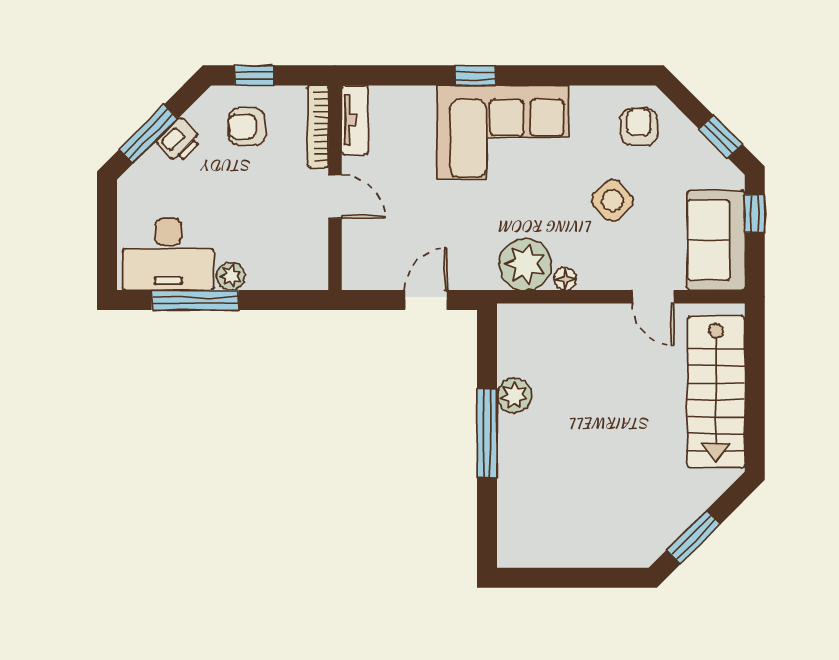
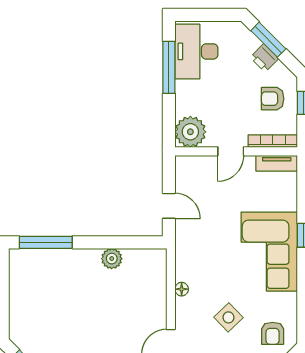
armchair: (247, 127) -> (273, 99), turned -90
armchair: (639, 127) -> (273, 333), turned 90
plant: (525, 264) -> (190, 265), removed
plant: (231, 276) -> (190, 132), moved, width x1.87, depth x1.87
window: (487, 433) -> (46, 242), moved

